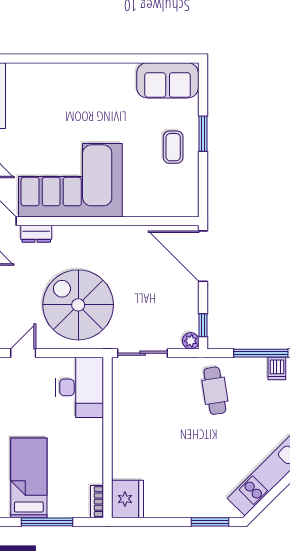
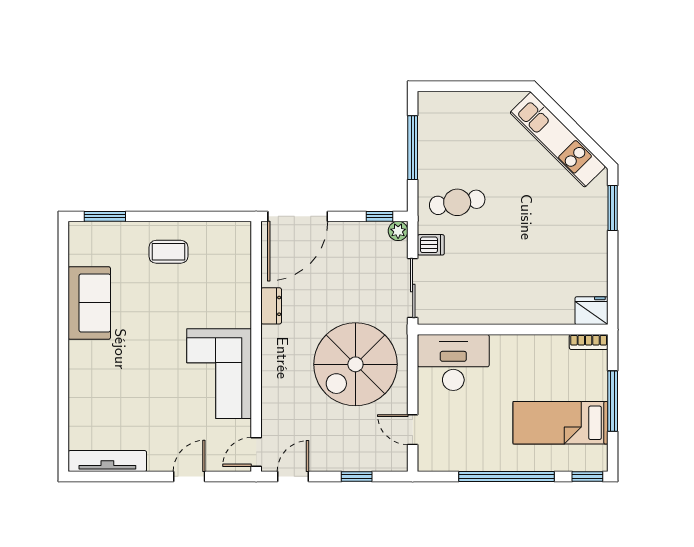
sofa: (168, 80) -> (89, 303), moved
window: (203, 134) -> (105, 216), moved
corner sofa: (70, 180) -> (219, 374), width x0.73, depth x0.74
dresser: (36, 234) -> (271, 306), moved
dishwasher: (277, 369) -> (431, 245), moved
fridge: (127, 499) -> (591, 311), width x0.73, depth x0.75

